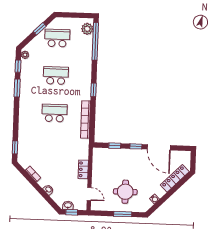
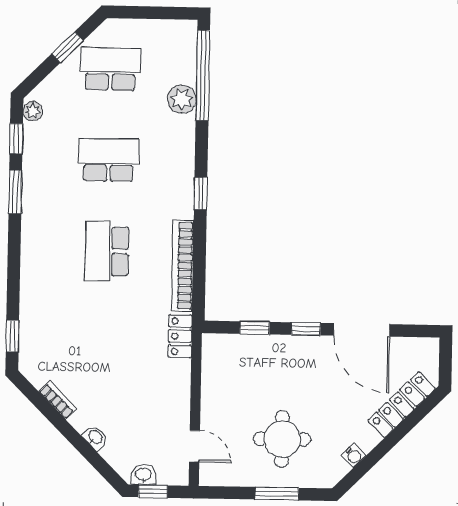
plant: (87, 29) -> (182, 99), moved
school desk: (54, 113) -> (107, 251), turned -90
locker: (83, 169) -> (180, 336), moved

